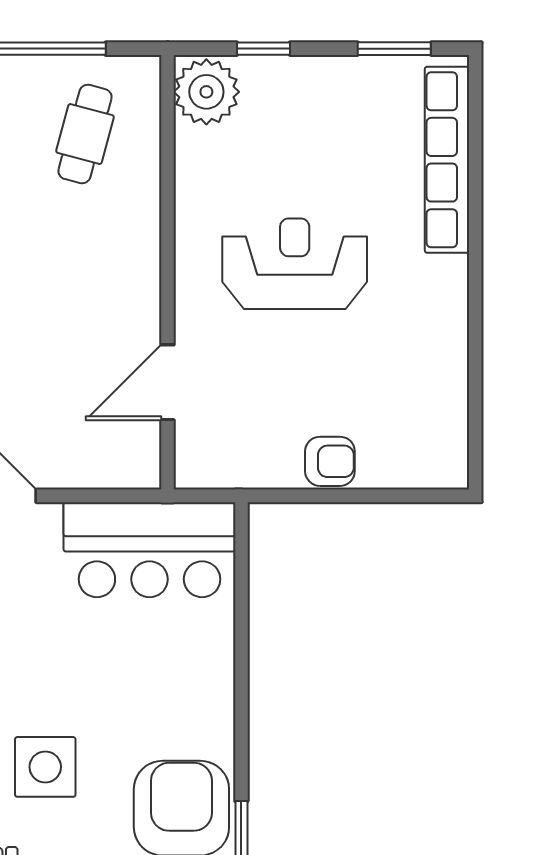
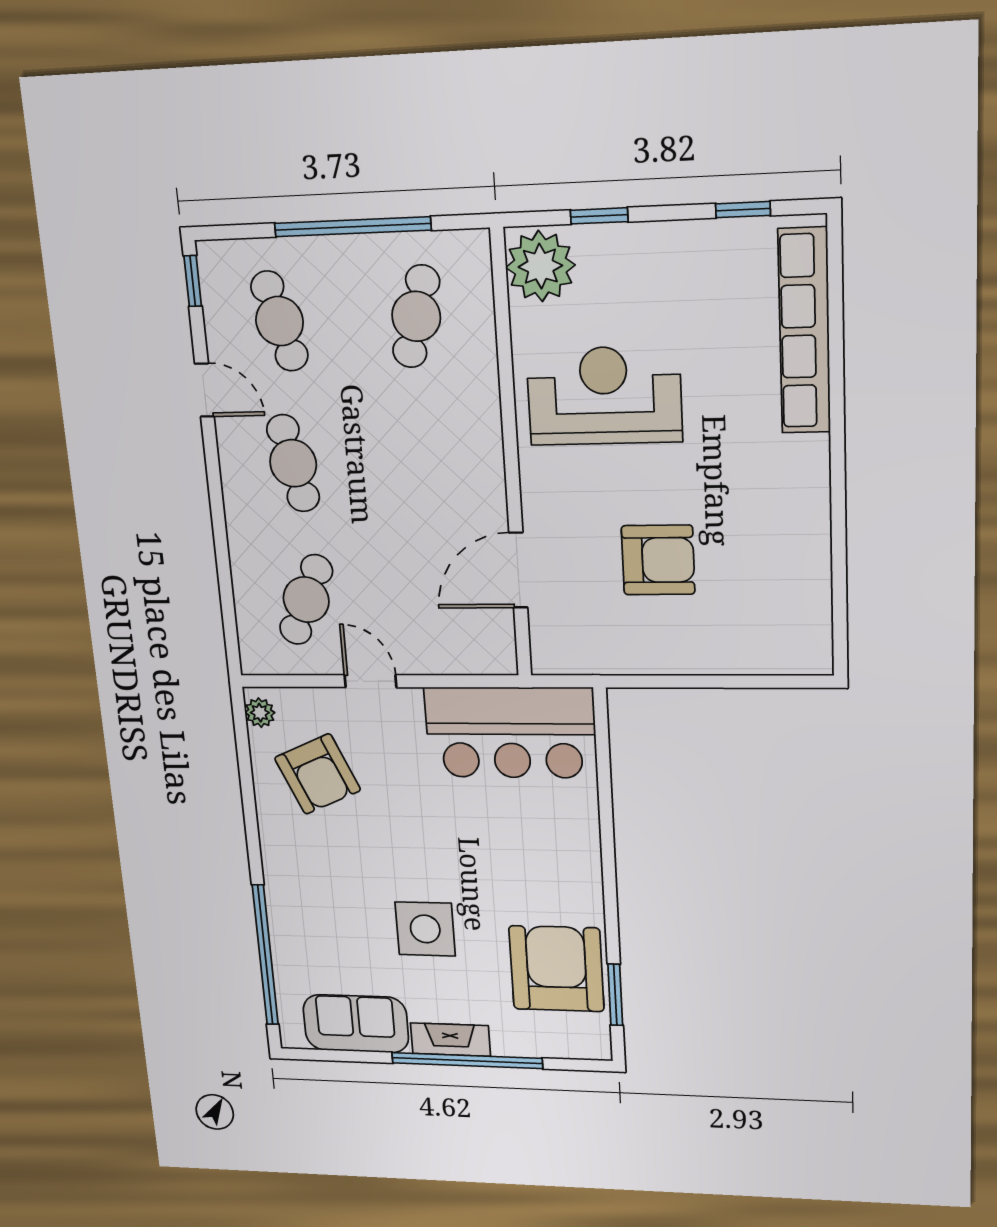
window: (394, 49) -> (743, 210), width x0.67
reception desk: (295, 264) -> (604, 396), moved
armchair: (330, 461) -> (658, 560), moved, width x1.38, depth x1.38

